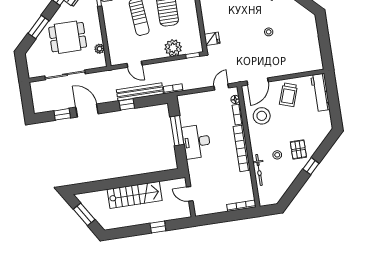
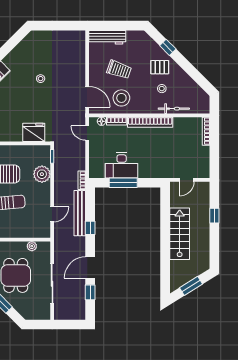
fridge: (212, 39) -> (34, 132), width x1.88, depth x1.34
trolley: (288, 95) -> (119, 70), moved
desk: (197, 142) -> (122, 165), moved
window: (311, 166) -> (168, 47), moved

